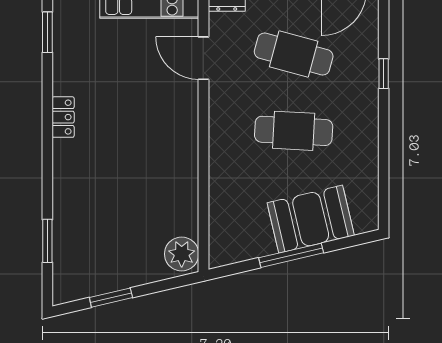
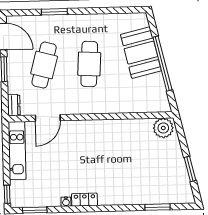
window: (384, 74) -> (54, 12), width x1.50
water cooler: (60, 85) -> (66, 202), added
window: (291, 255) -> (162, 64), width x1.46

